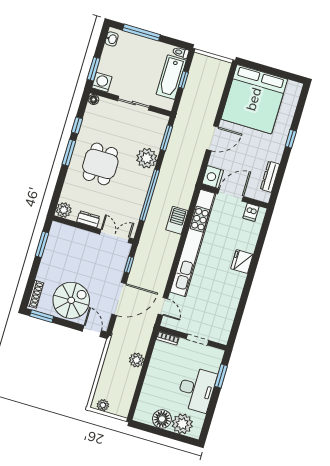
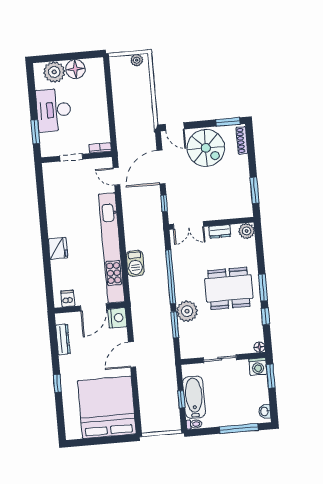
window: (166, 138) -> (175, 325), moved
dining table: (100, 164) -> (229, 288), width x1.38
spiral stairs: (71, 300) -> (206, 148), turned -90
plant: (136, 360) -> (122, 116), removed

